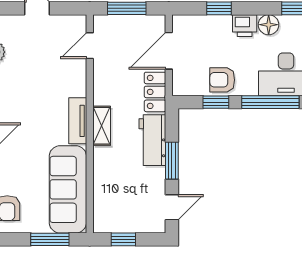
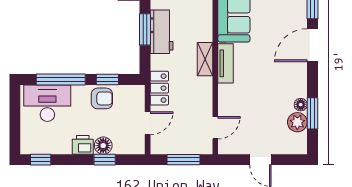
floor lamp: (269, 25) -> (103, 146), moved
door: (169, 51) -> (148, 123), width x0.73
workbench: (152, 140) -> (162, 32), moved

